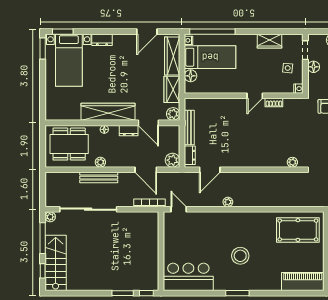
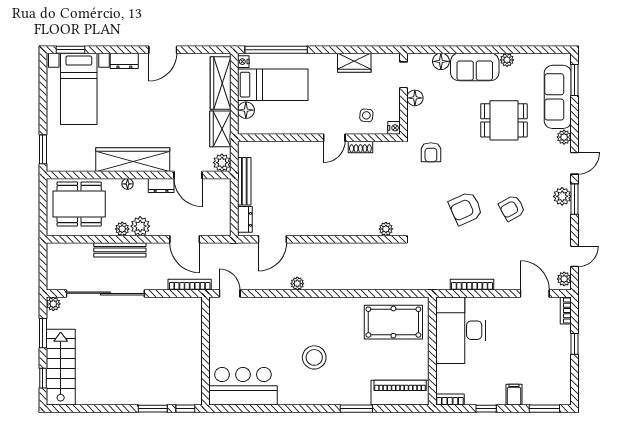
door: (147, 32) -> (163, 50), moved
window: (43, 49) -> (43, 149), moved
side table: (288, 68) -> (366, 115), moved
plant: (172, 160) -> (140, 226), moved
window: (43, 238) -> (43, 333), width x0.69
window: (237, 293) -> (356, 409), moved

